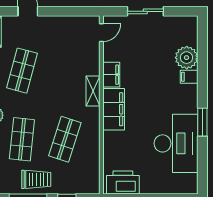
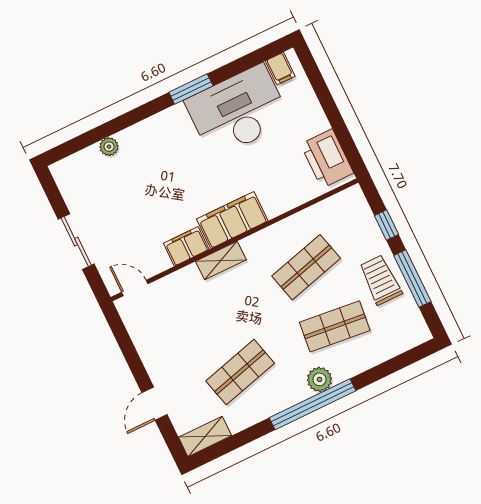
plant: (187, 58) -> (109, 147), width x0.53, depth x0.53
shop shelf: (22, 71) -> (240, 372), turned -30
filing cabinet: (189, 77) -> (280, 69), moved
shop shelf: (65, 139) -> (306, 267), turned -33

